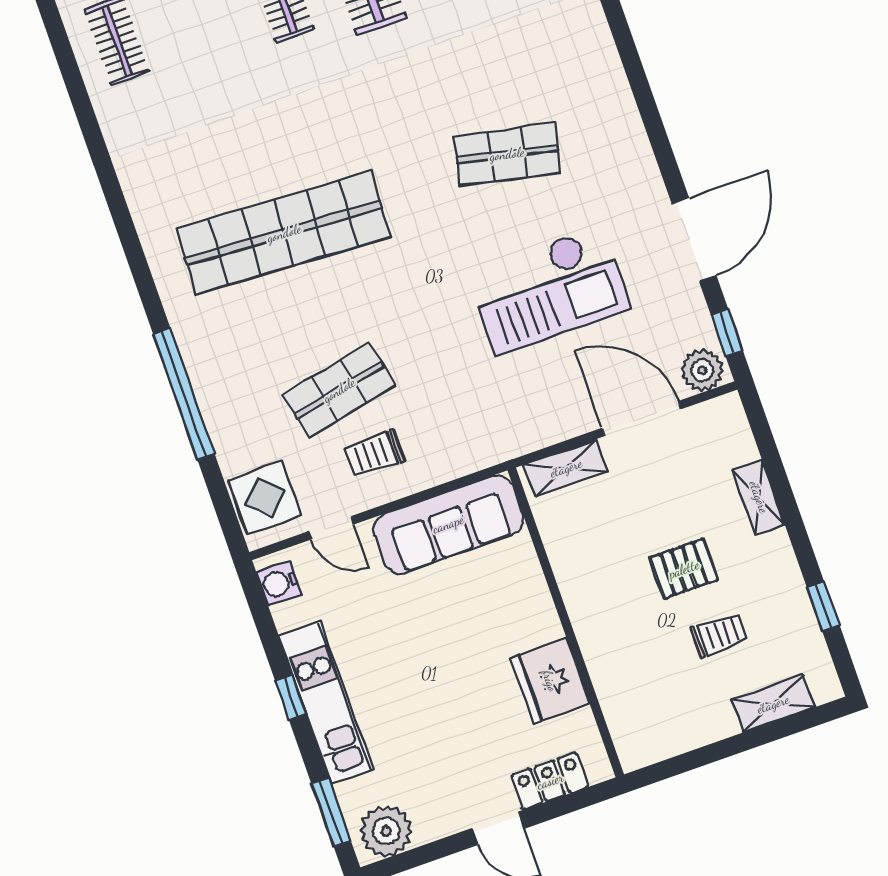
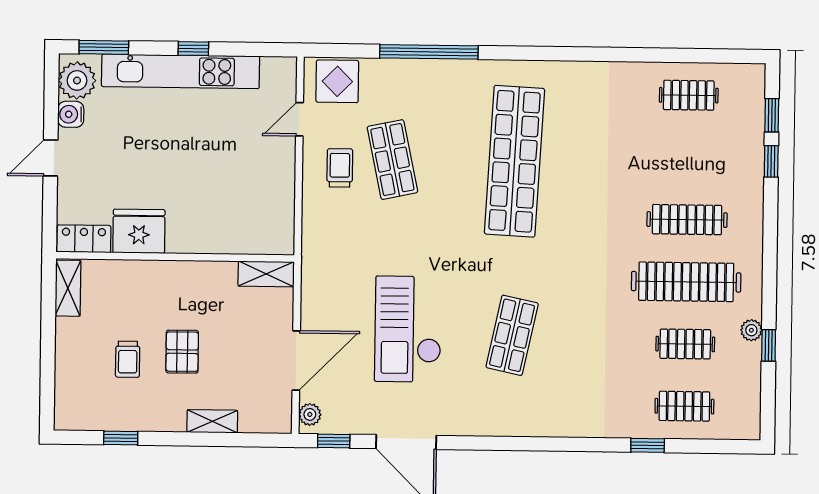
plant: (702, 370) -> (310, 414), width x0.73, depth x0.73
shelving: (566, 468) -> (266, 274), moved, turned 90
sofa: (448, 524) -> (272, 201), removed
water cooler: (279, 583) -> (71, 114), moved, turned -90
kitchen unit: (326, 703) -> (181, 71), width x1.36
shelving: (773, 704) -> (68, 288), moved
locker: (550, 781) -> (84, 239), moved, turned -90

